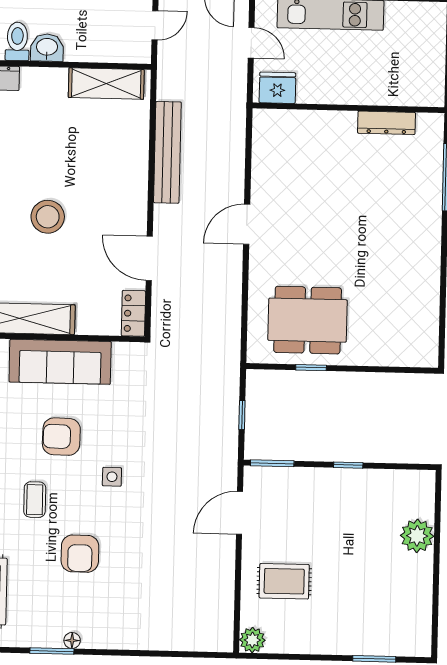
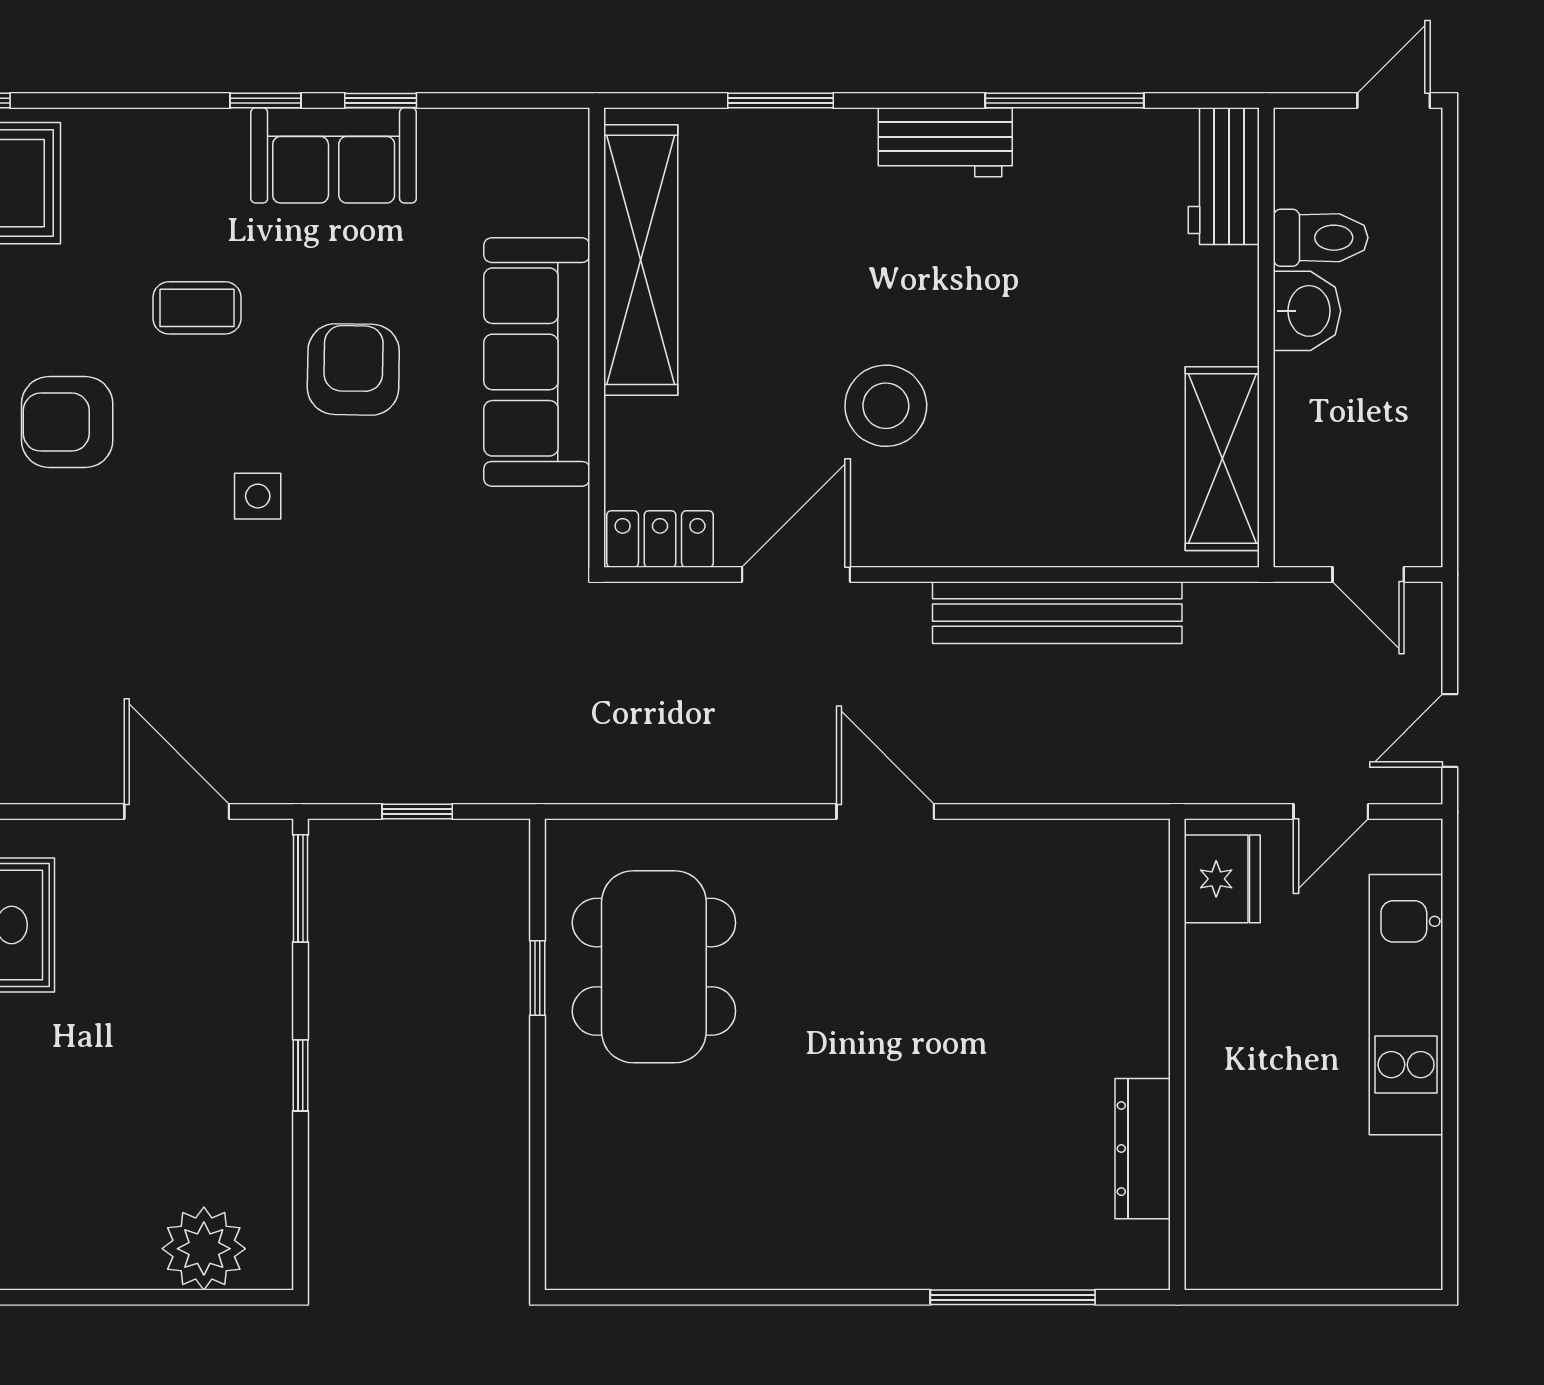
stool: (48, 217) -> (886, 406), moved
plant: (417, 536) -> (204, 1249), moved

